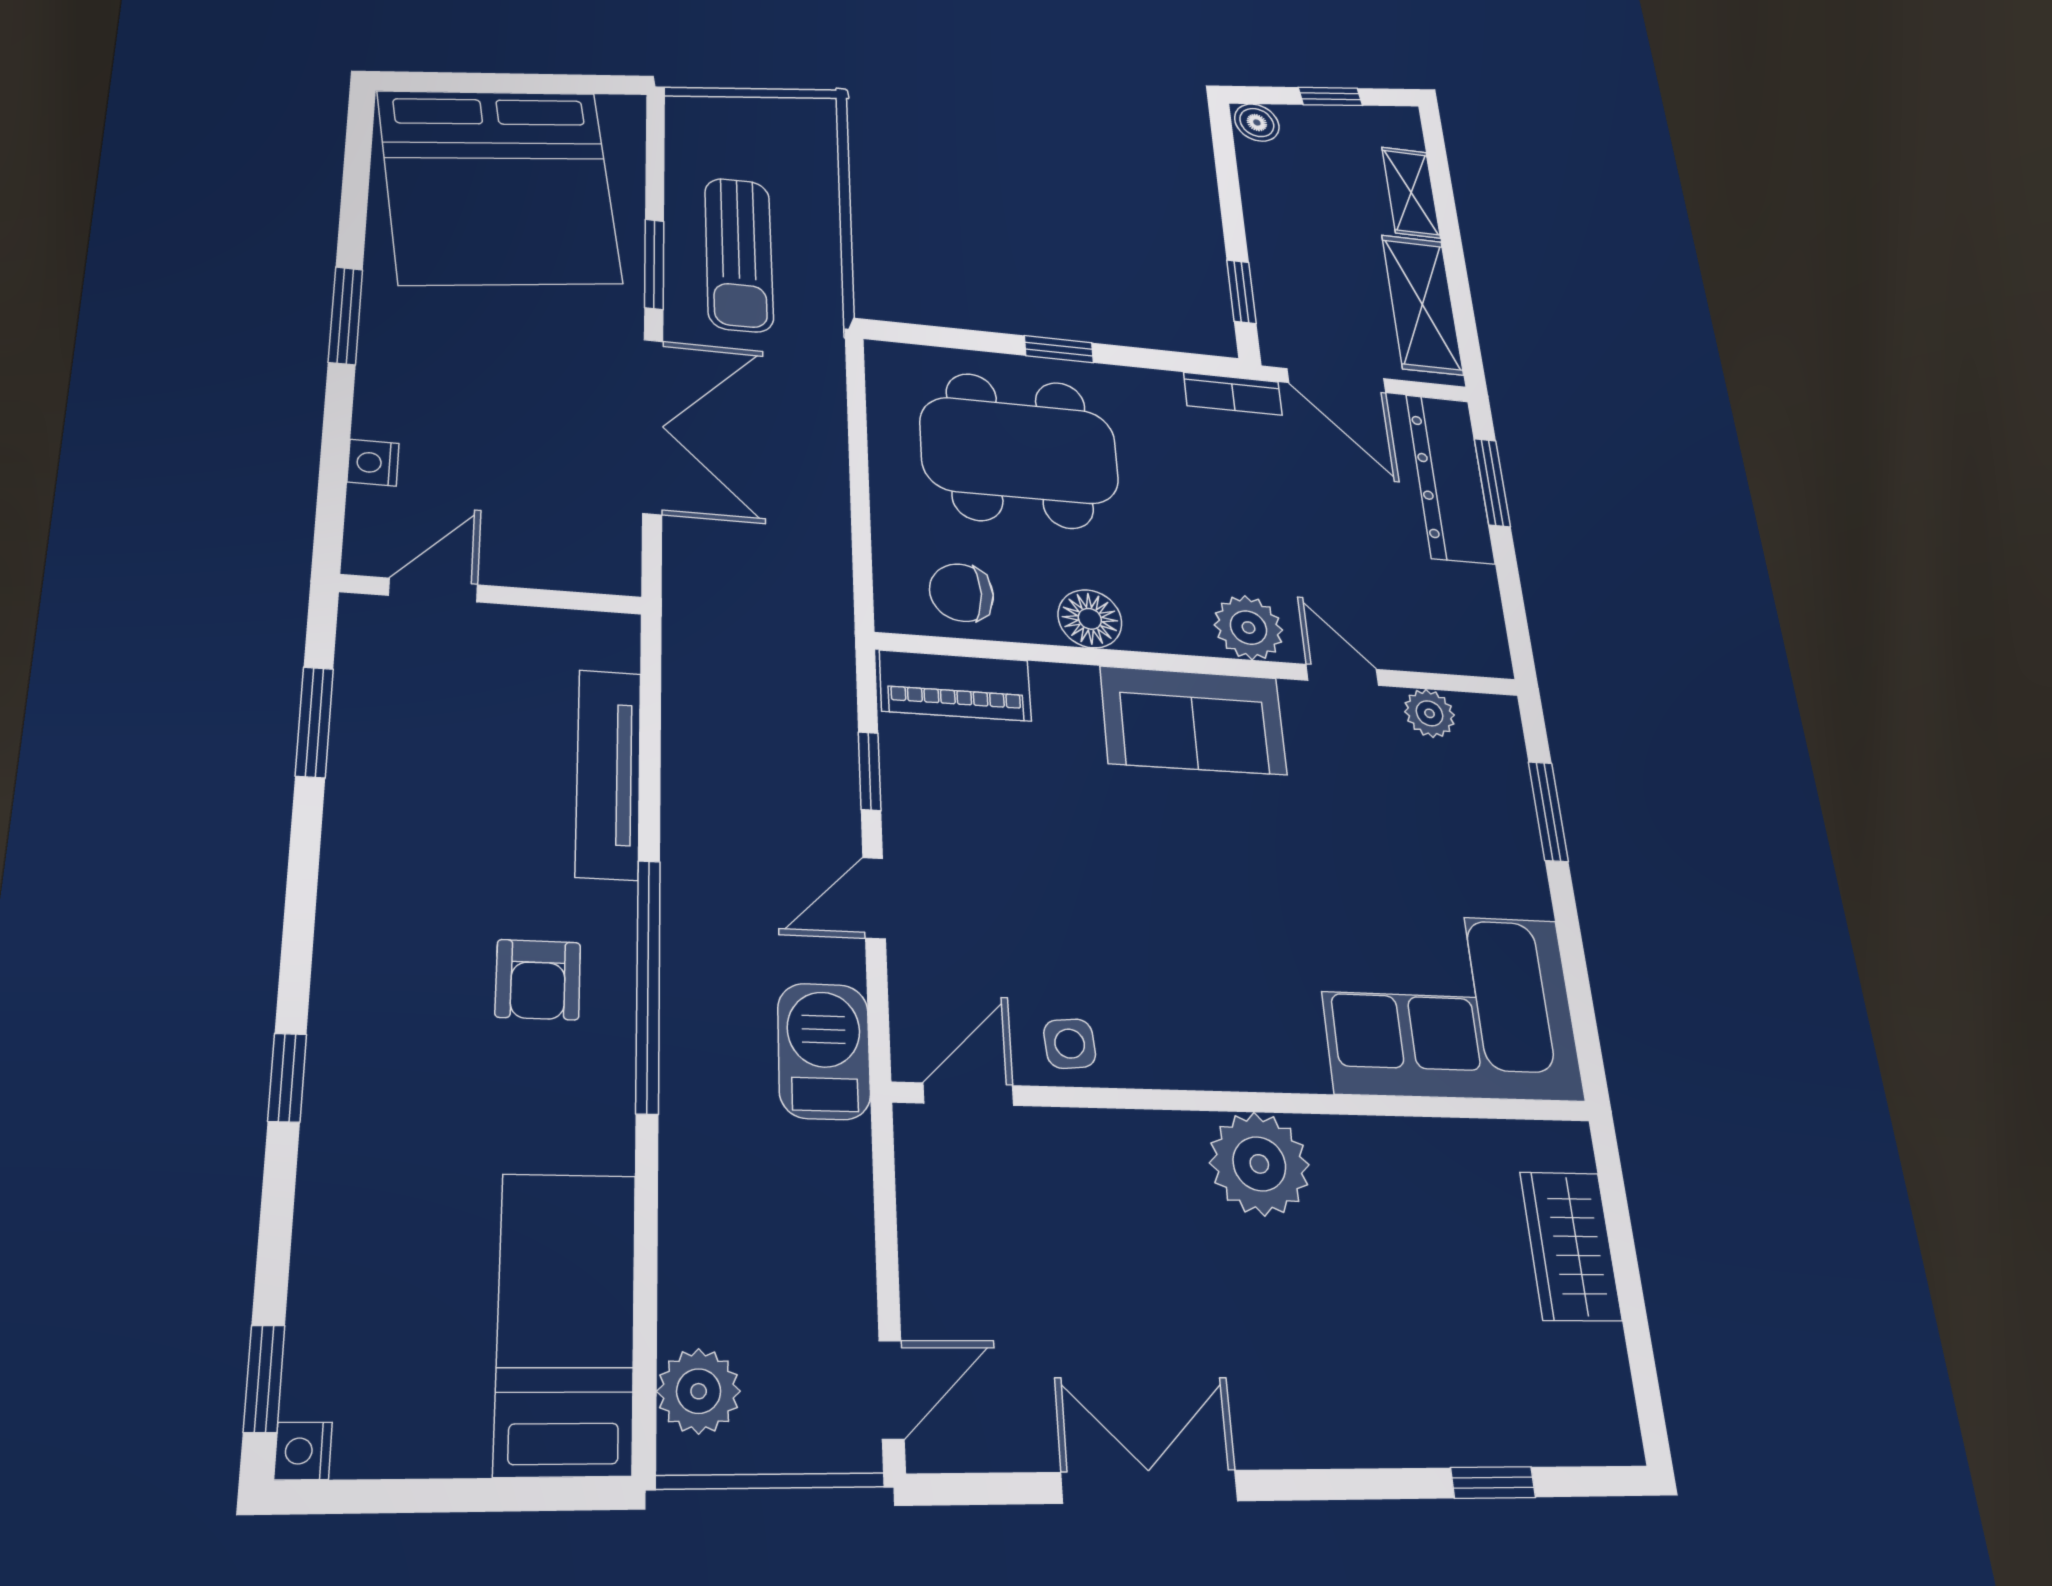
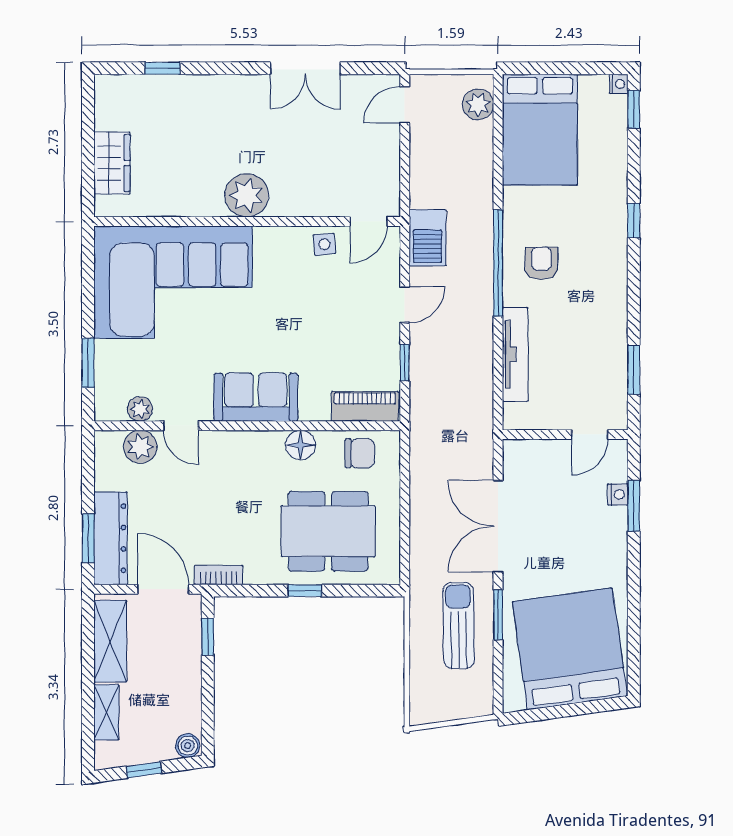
window: (345, 316) -> (634, 506), moved
plant: (1248, 628) -> (140, 447), moved
corner sofa: (1448, 1005) -> (173, 282), width x1.36, depth x1.36
bed: (566, 1322) -> (540, 130), width x1.50

